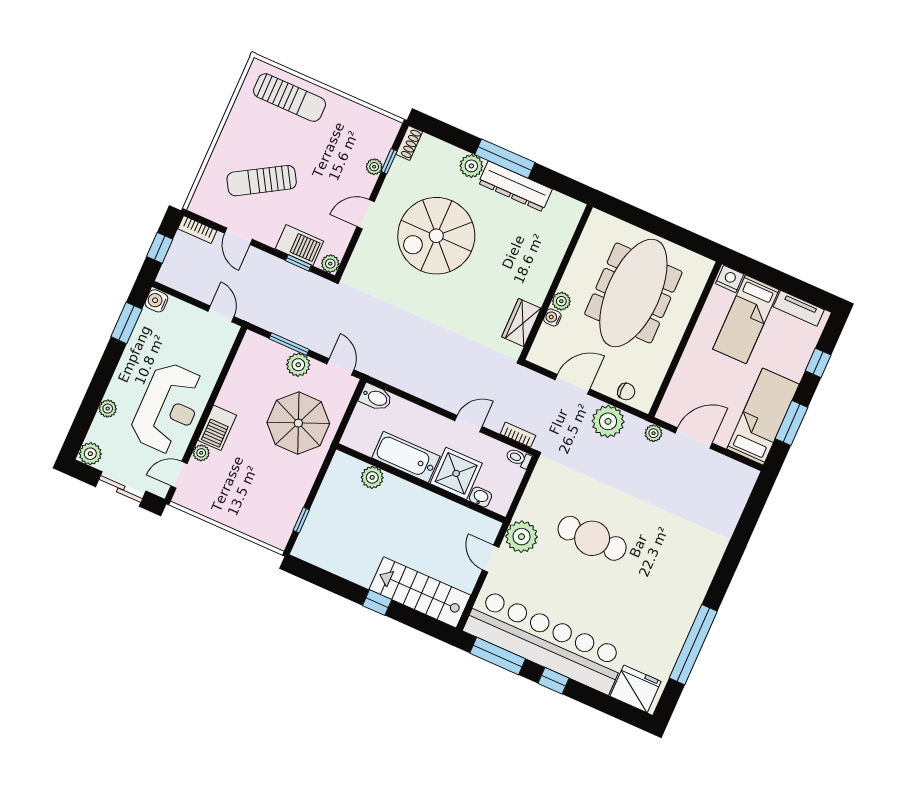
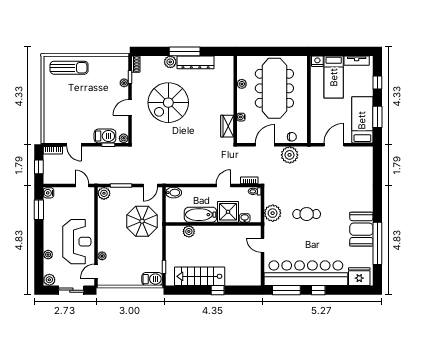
sun lounger: (262, 181) -> (73, 113), removed
plant: (561, 301) -> (242, 84), moved
plant: (298, 365) -> (104, 193), moved
door: (340, 367) -> (150, 185), swing flipped
barbecue: (217, 428) -> (152, 279), moved, turned -90
plant: (653, 433) -> (314, 151), removed
plant: (521, 537) -> (273, 213), moved
cafe table: (592, 538) -> (307, 214), width x0.73, depth x0.74
stairs: (420, 592) -> (200, 276), moved
booth: (676, 607) -> (361, 229), added

